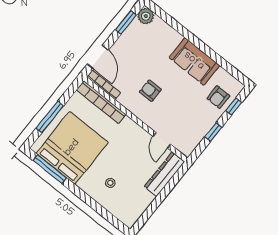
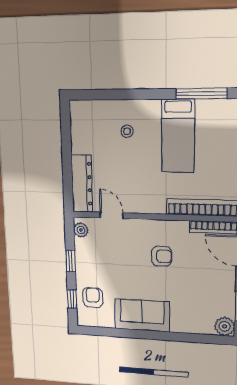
plant: (189, 146) -> (81, 230), added
bed: (72, 148) -> (178, 136), width x0.49

